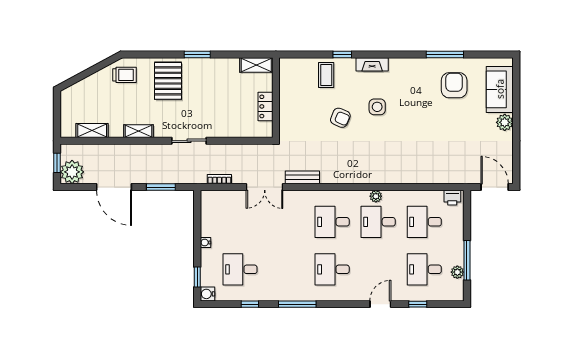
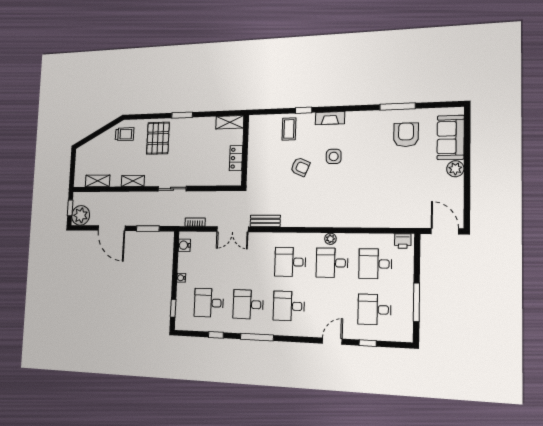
desk: (286, 269) -> (248, 304), added
plant: (457, 272) -> (407, 314), removed
water cooler: (207, 294) -> (184, 245), moved

